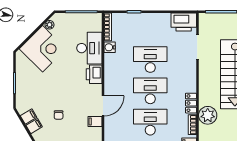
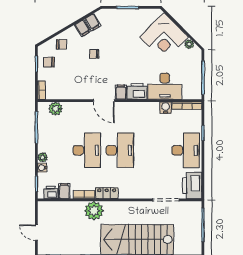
desk: (150, 59) -> (186, 150), moved
filing cabinet: (95, 121) -> (121, 92), moved

